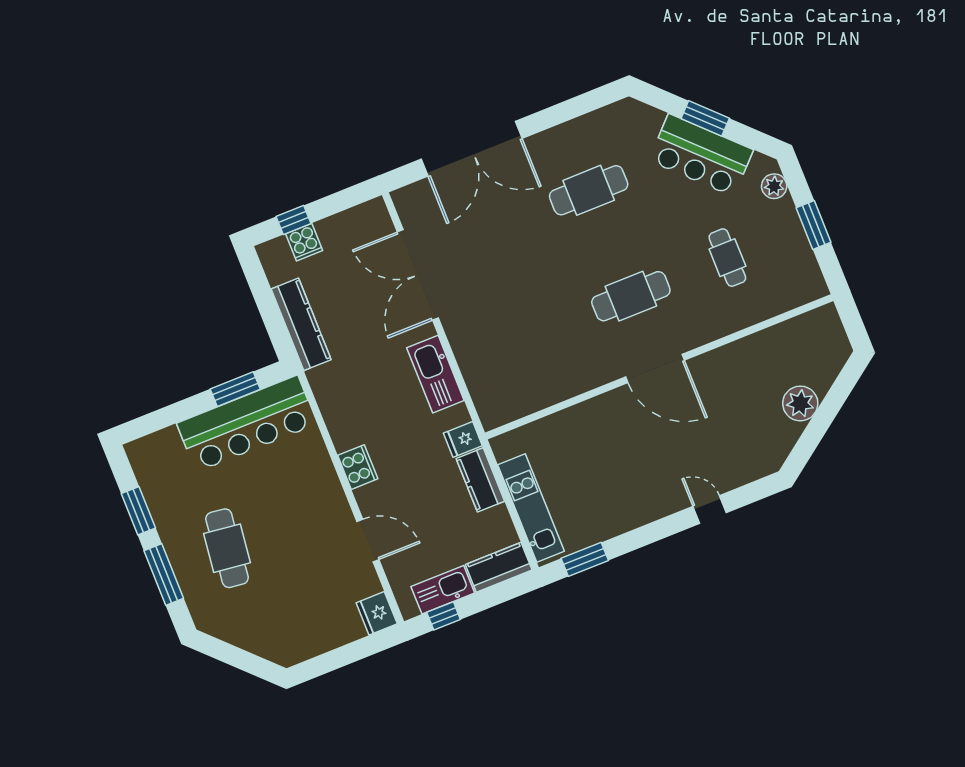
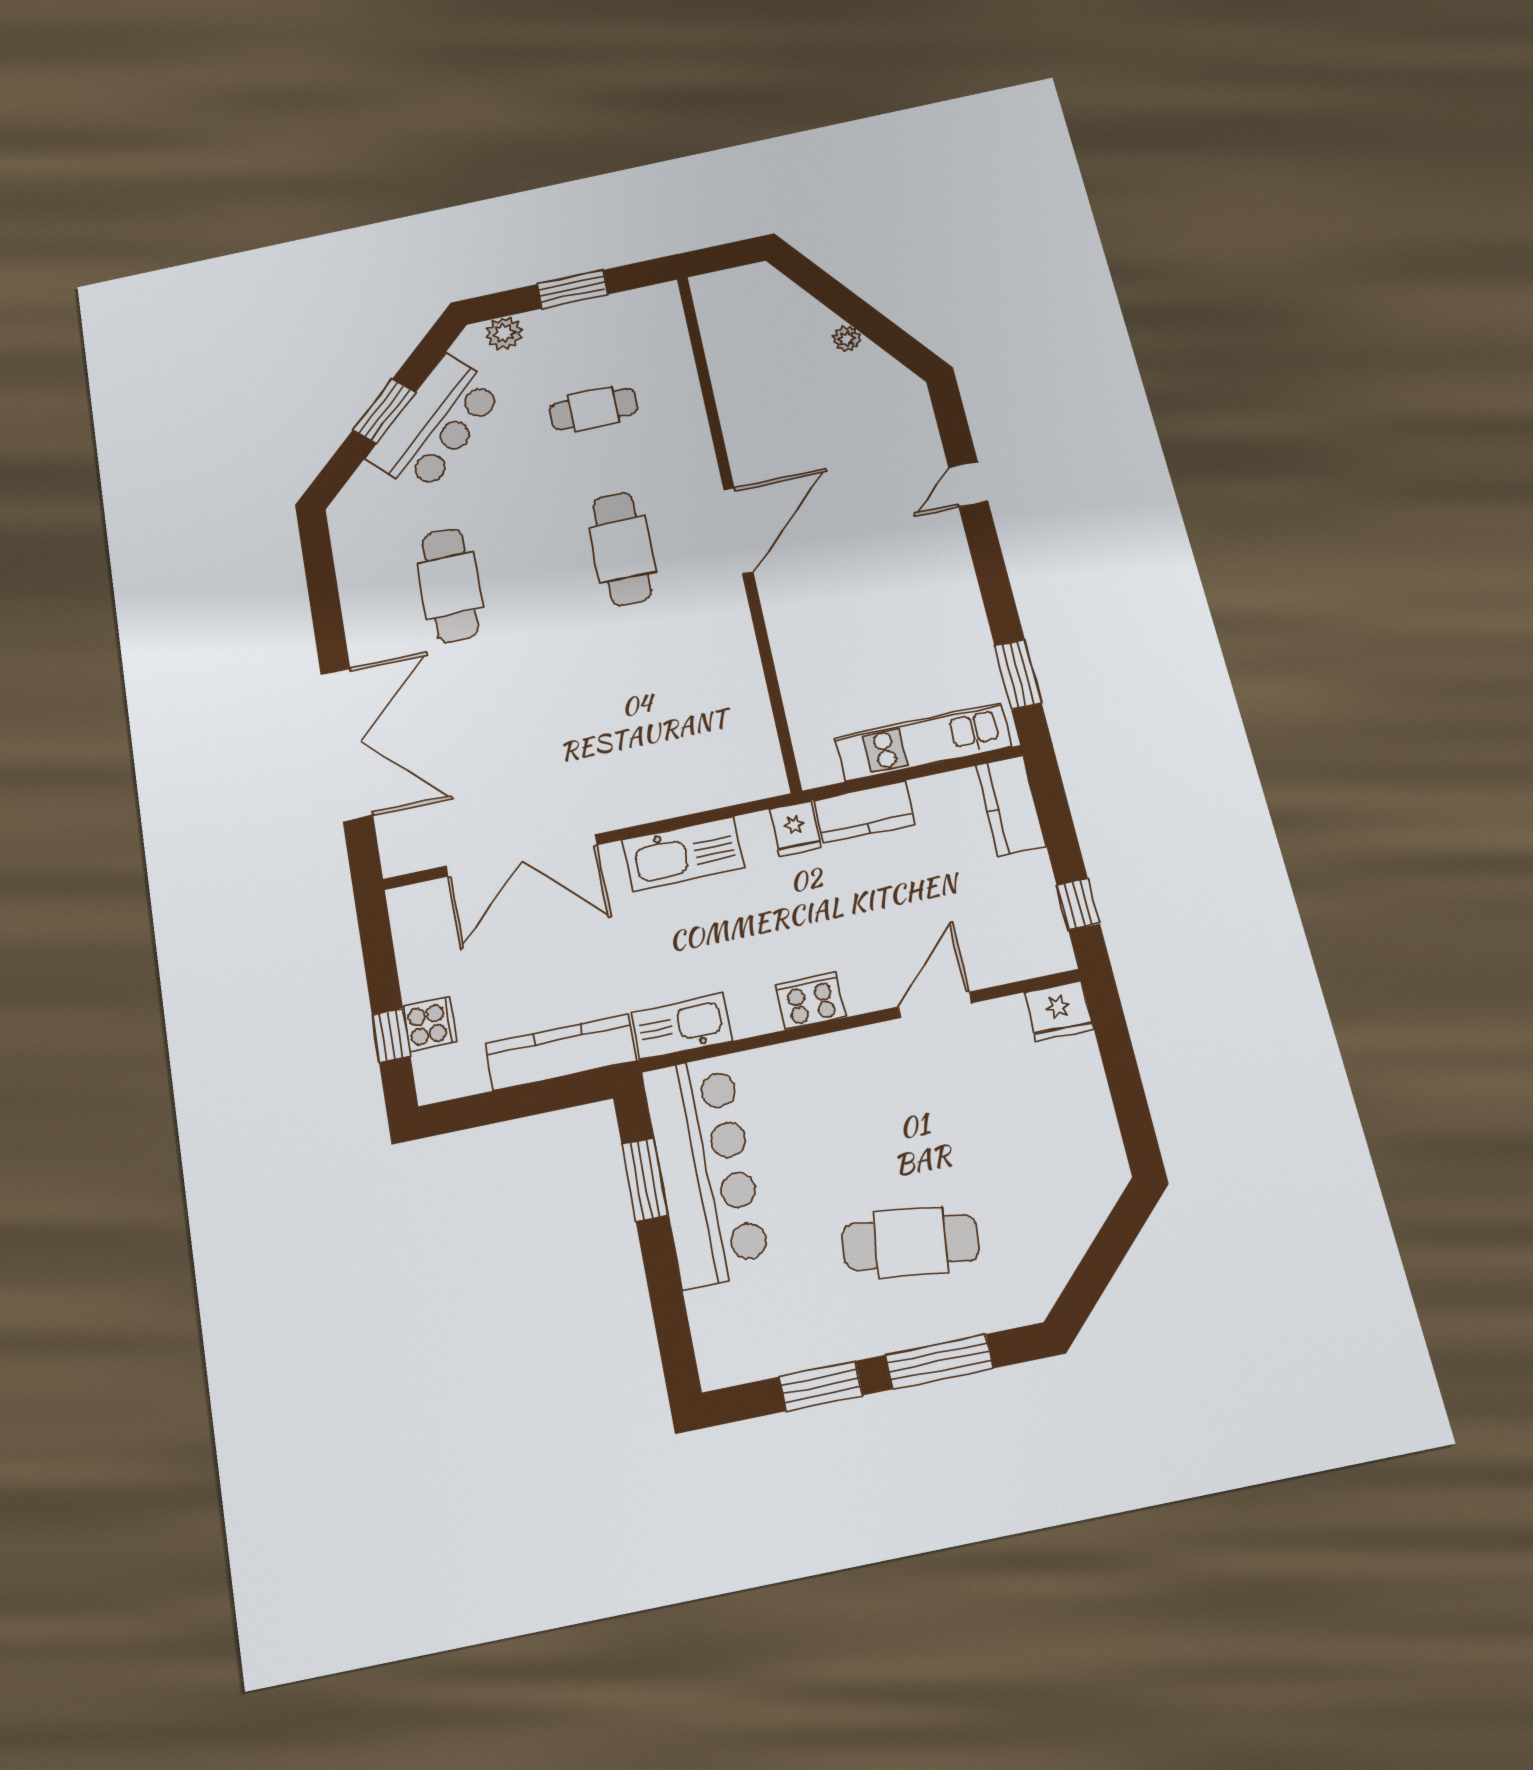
plant: (800, 403) -> (847, 339), width x0.53, depth x0.53
kitchen sink: (443, 590) -> (681, 1027), moved, turned 90

